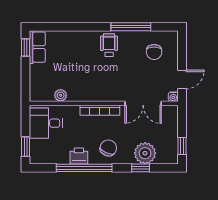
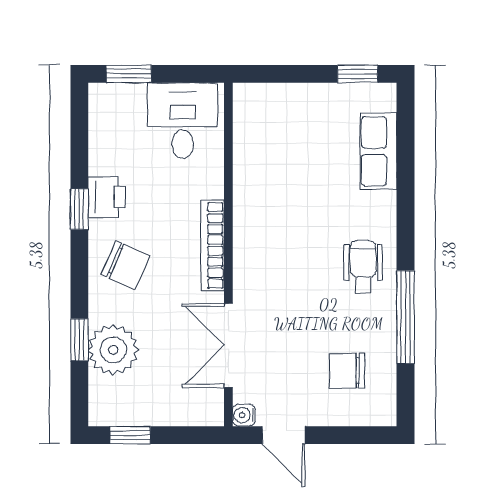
wheelchair: (109, 45) -> (363, 267), turned -90
row of seats: (37, 47) -> (378, 151), moved, turned 90
plant: (61, 95) -> (247, 155), removed
window: (84, 168) -> (79, 209), width x0.32

